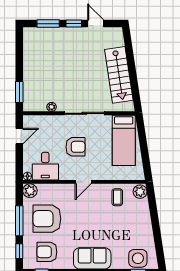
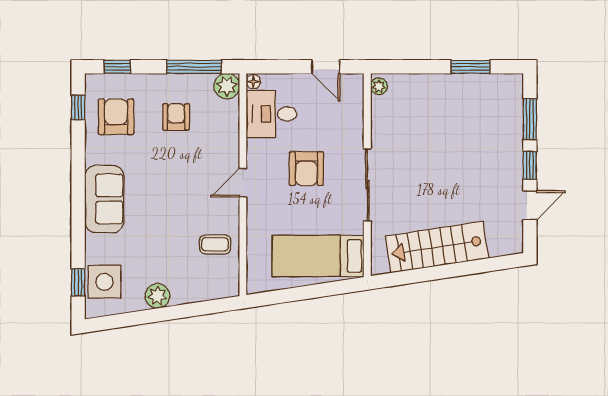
window: (19, 92) -> (470, 67), moved
plant: (52, 107) -> (379, 86), moved
door: (83, 182) -> (243, 183), hinge flipped
plant: (140, 192) -> (157, 296), moved
armchair: (47, 219) -> (176, 117), width x0.53, depth x0.53
window: (19, 221) -> (194, 67), moved

